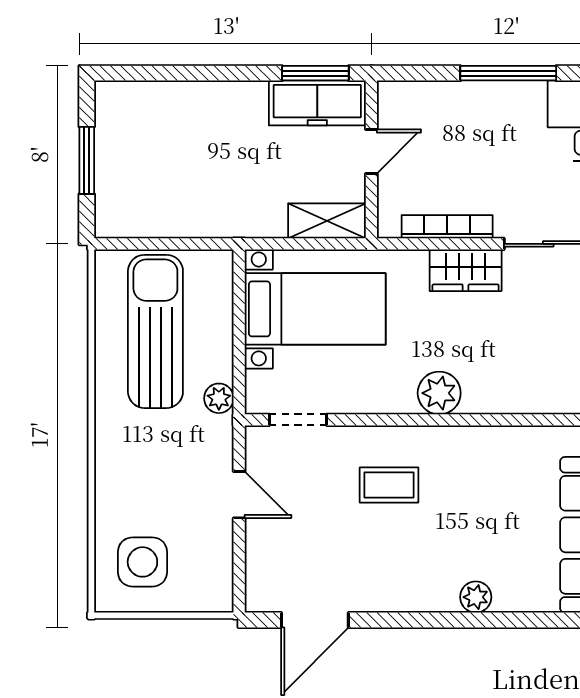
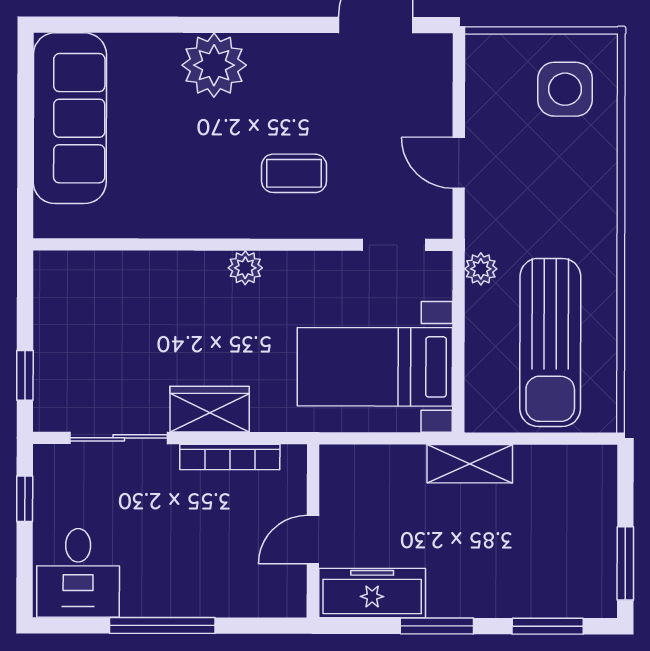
window: (157, 73) -> (548, 626), added
window: (315, 73) -> (437, 626), moved
window: (87, 160) -> (625, 563), moved
shelving: (327, 221) -> (470, 464), moved
plant: (439, 393) -> (245, 268), width x0.73, depth x0.73
plant: (476, 597) -> (214, 65), width x1.87, depth x1.87

